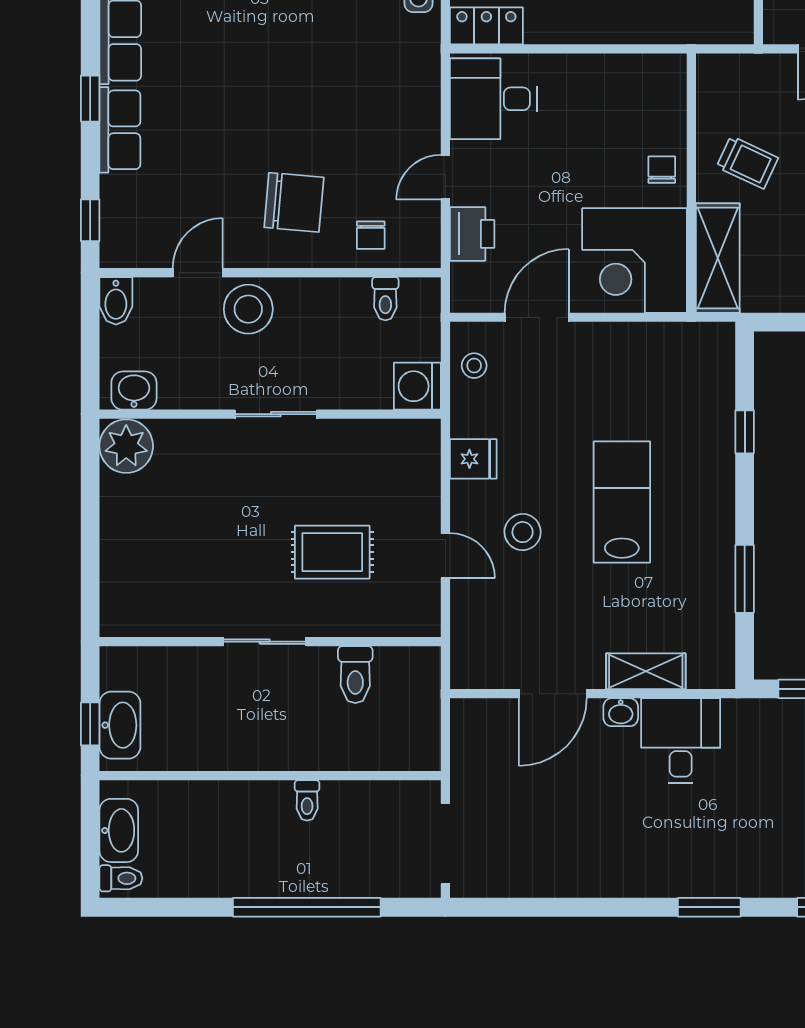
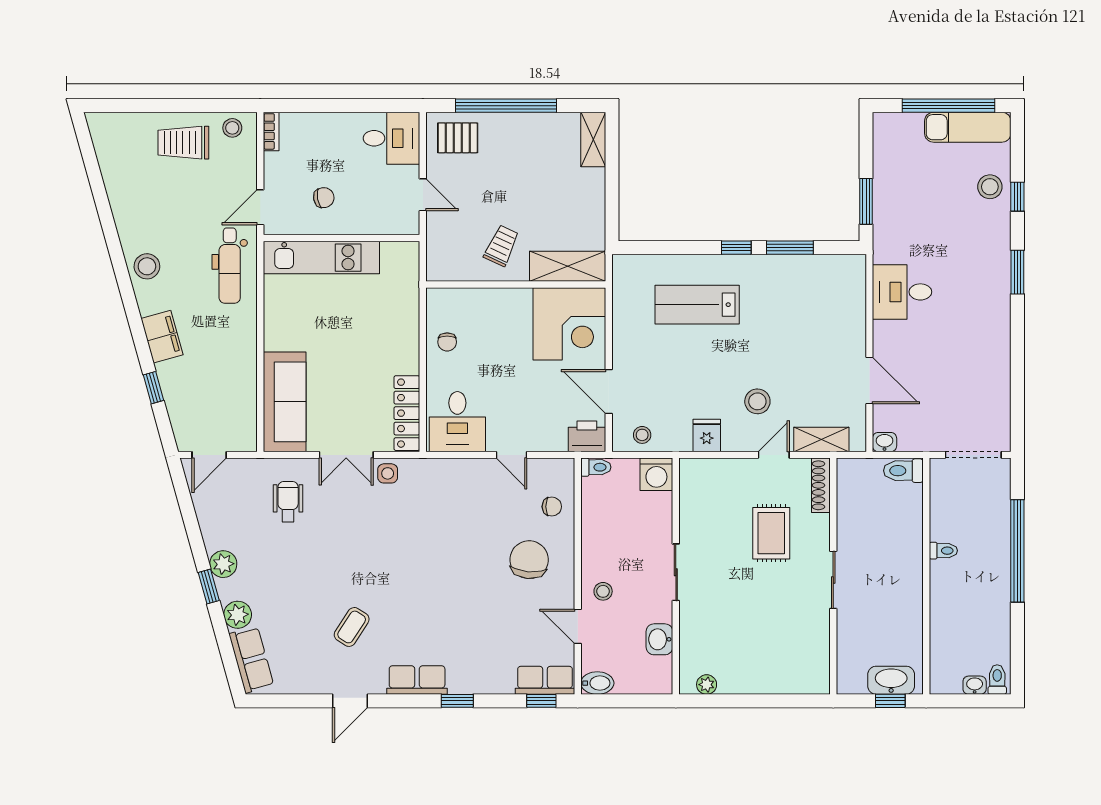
locker: (486, 26) -> (407, 413), width x1.53
row of seats: (120, 130) -> (545, 680), moved
chair: (662, 170) -> (447, 342), moved, turned -90
printer: (472, 234) -> (587, 436), moved
toilet: (385, 299) -> (596, 467), moved
stool: (248, 309) -> (603, 591), width x0.53, depth x0.53
washbasin: (134, 391) -> (659, 639), moved
window: (745, 432) -> (736, 248), moved
plant: (126, 446) -> (707, 685), width x0.53, depth x0.53
lab bench: (622, 502) -> (697, 305), moved
shoe rack: (401, 624) -> (821, 485), added
shelving: (646, 671) -> (821, 439), moved, turned 90
toilet: (355, 675) -> (903, 471), moved, turned 180
washbasin: (621, 712) -> (885, 442), moved, turned -90
washbasin: (119, 830) -> (975, 685), width x0.52, depth x0.69

